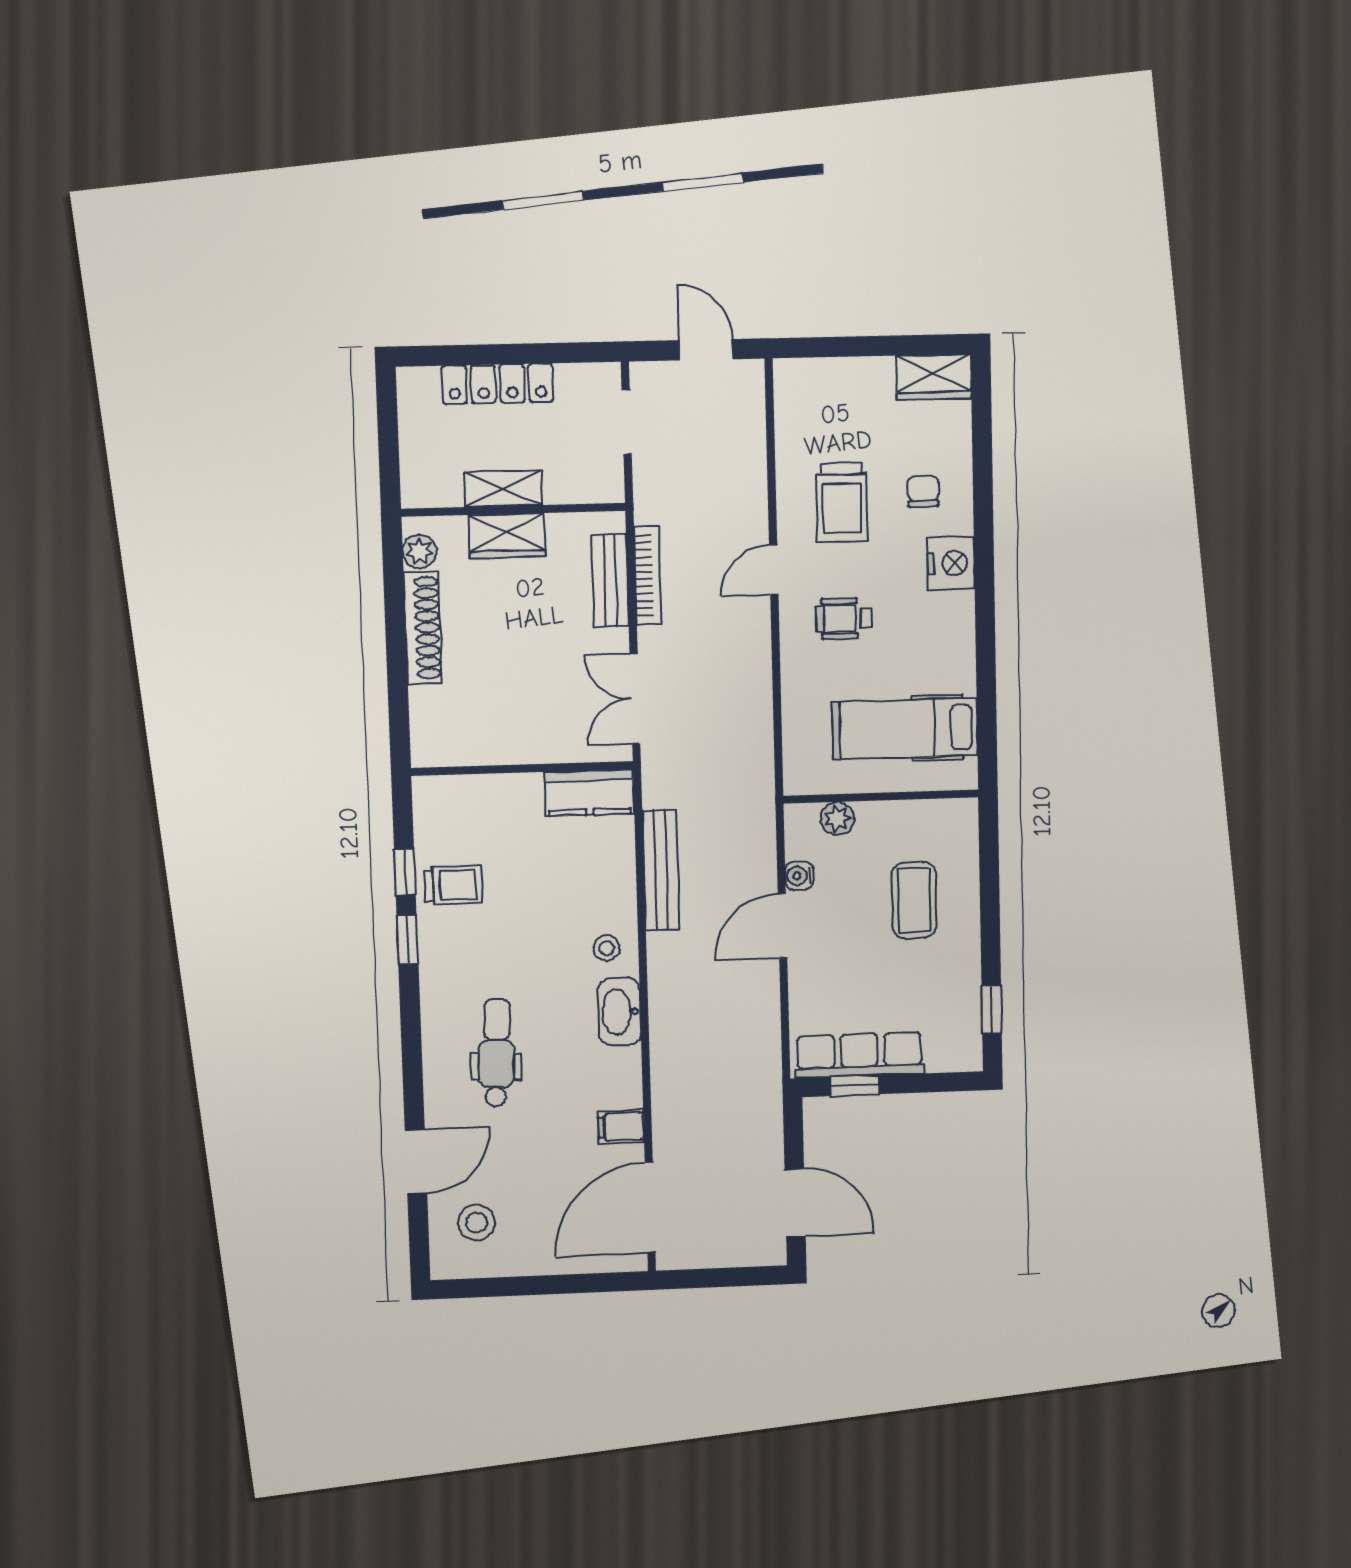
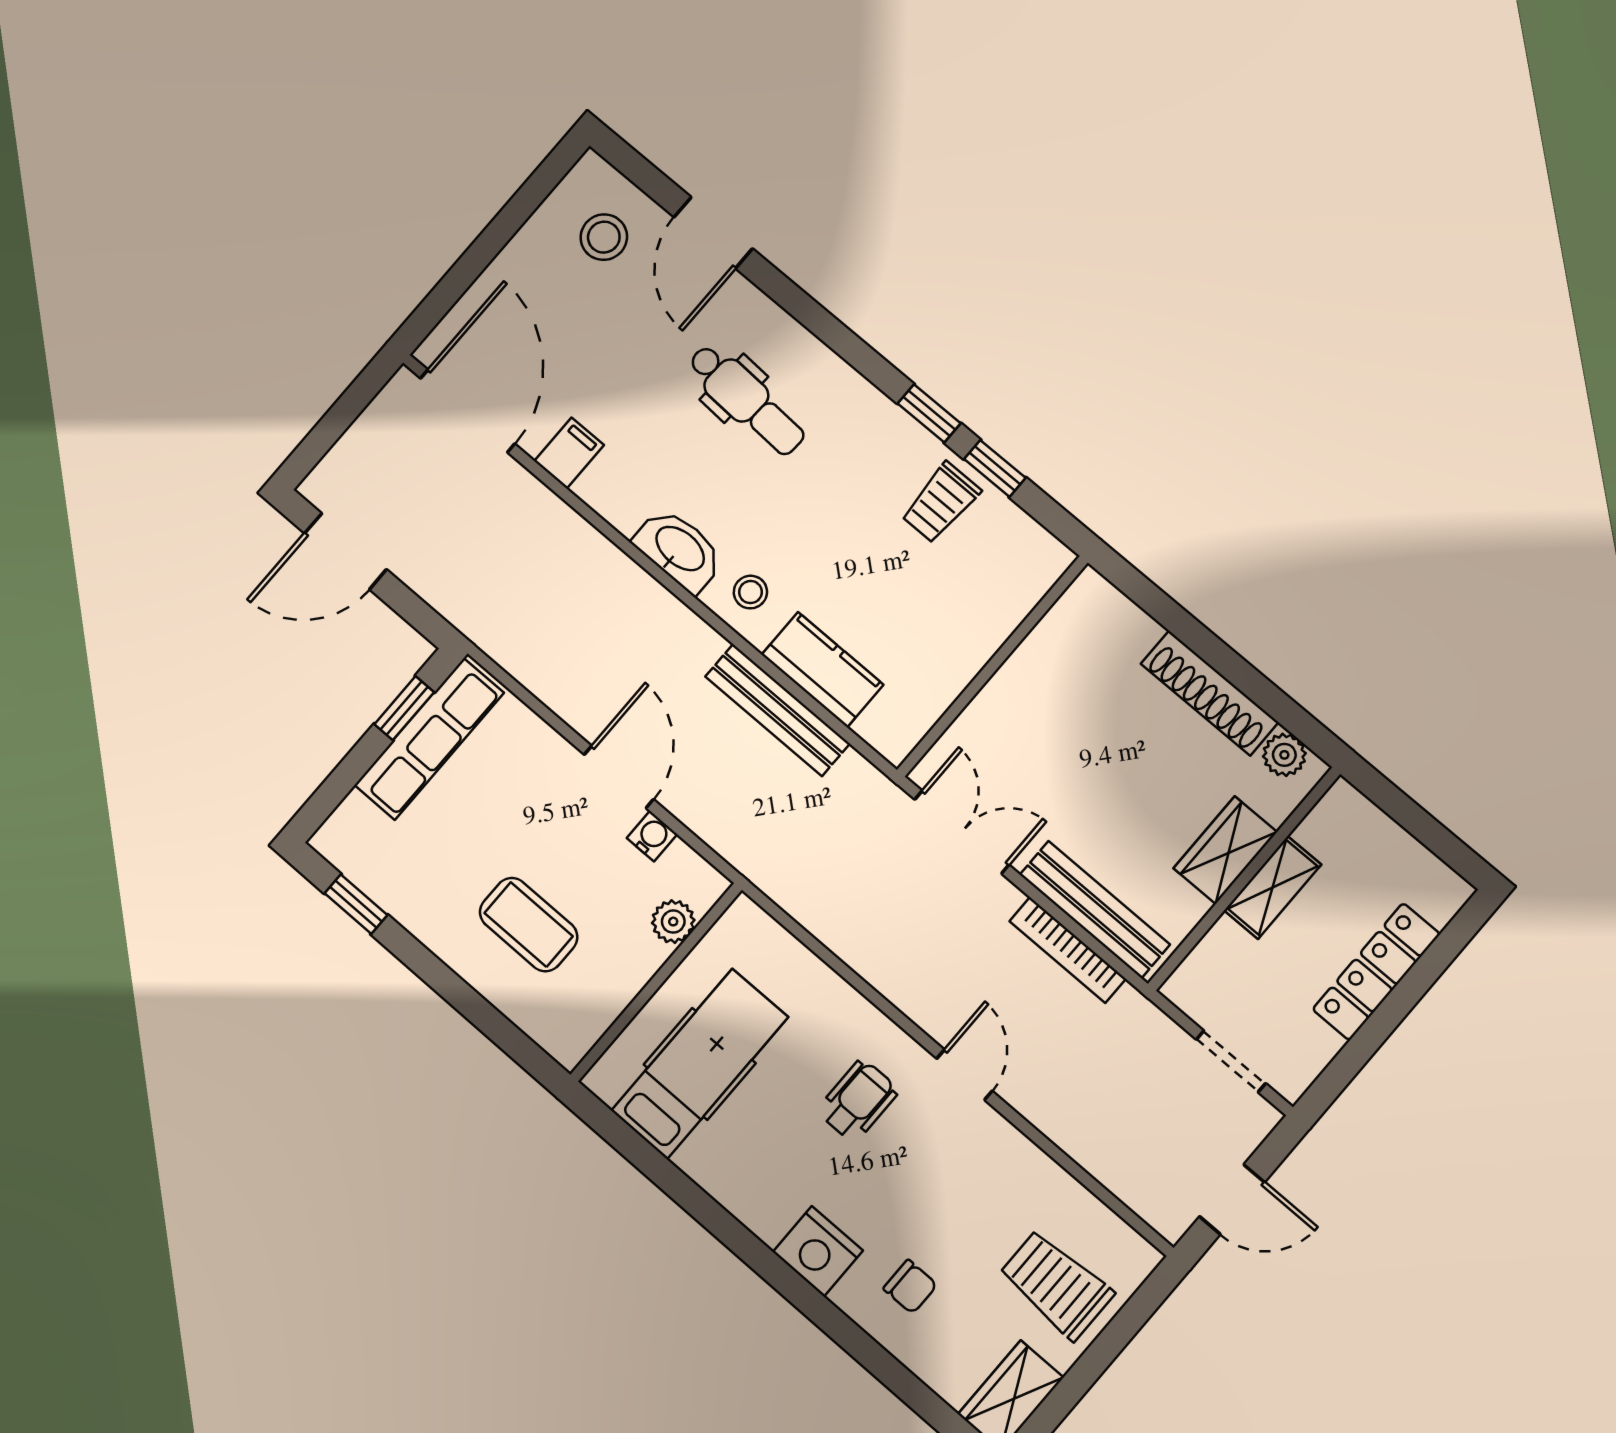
trolley: (842, 503) -> (1056, 1285), moved
bench: (610, 581) -> (1095, 909), width x1.36
kitchen counter: (589, 793) -> (822, 670), moved, turned 90

